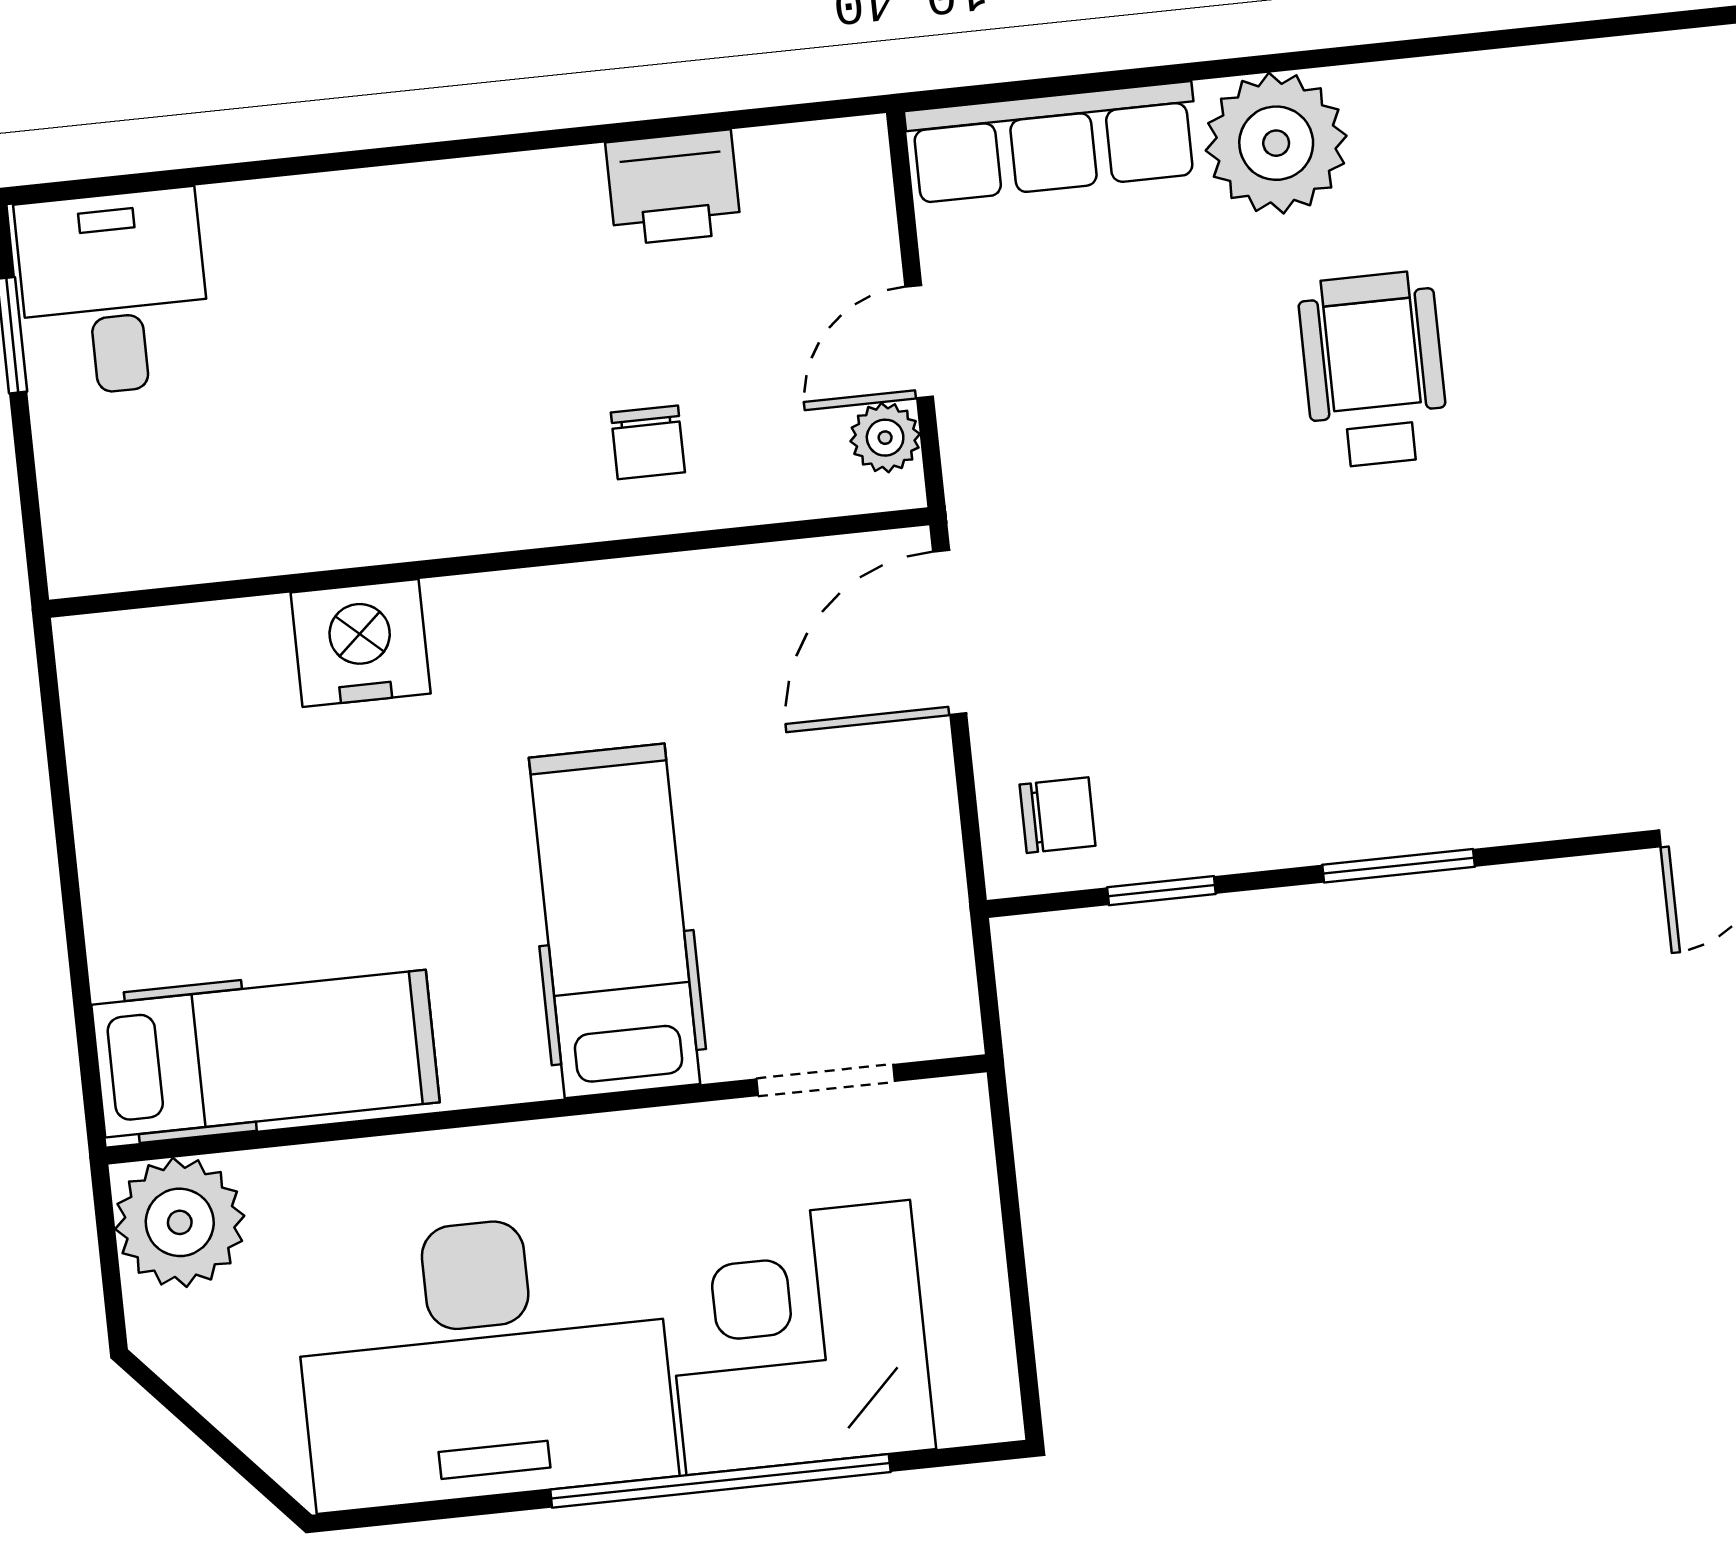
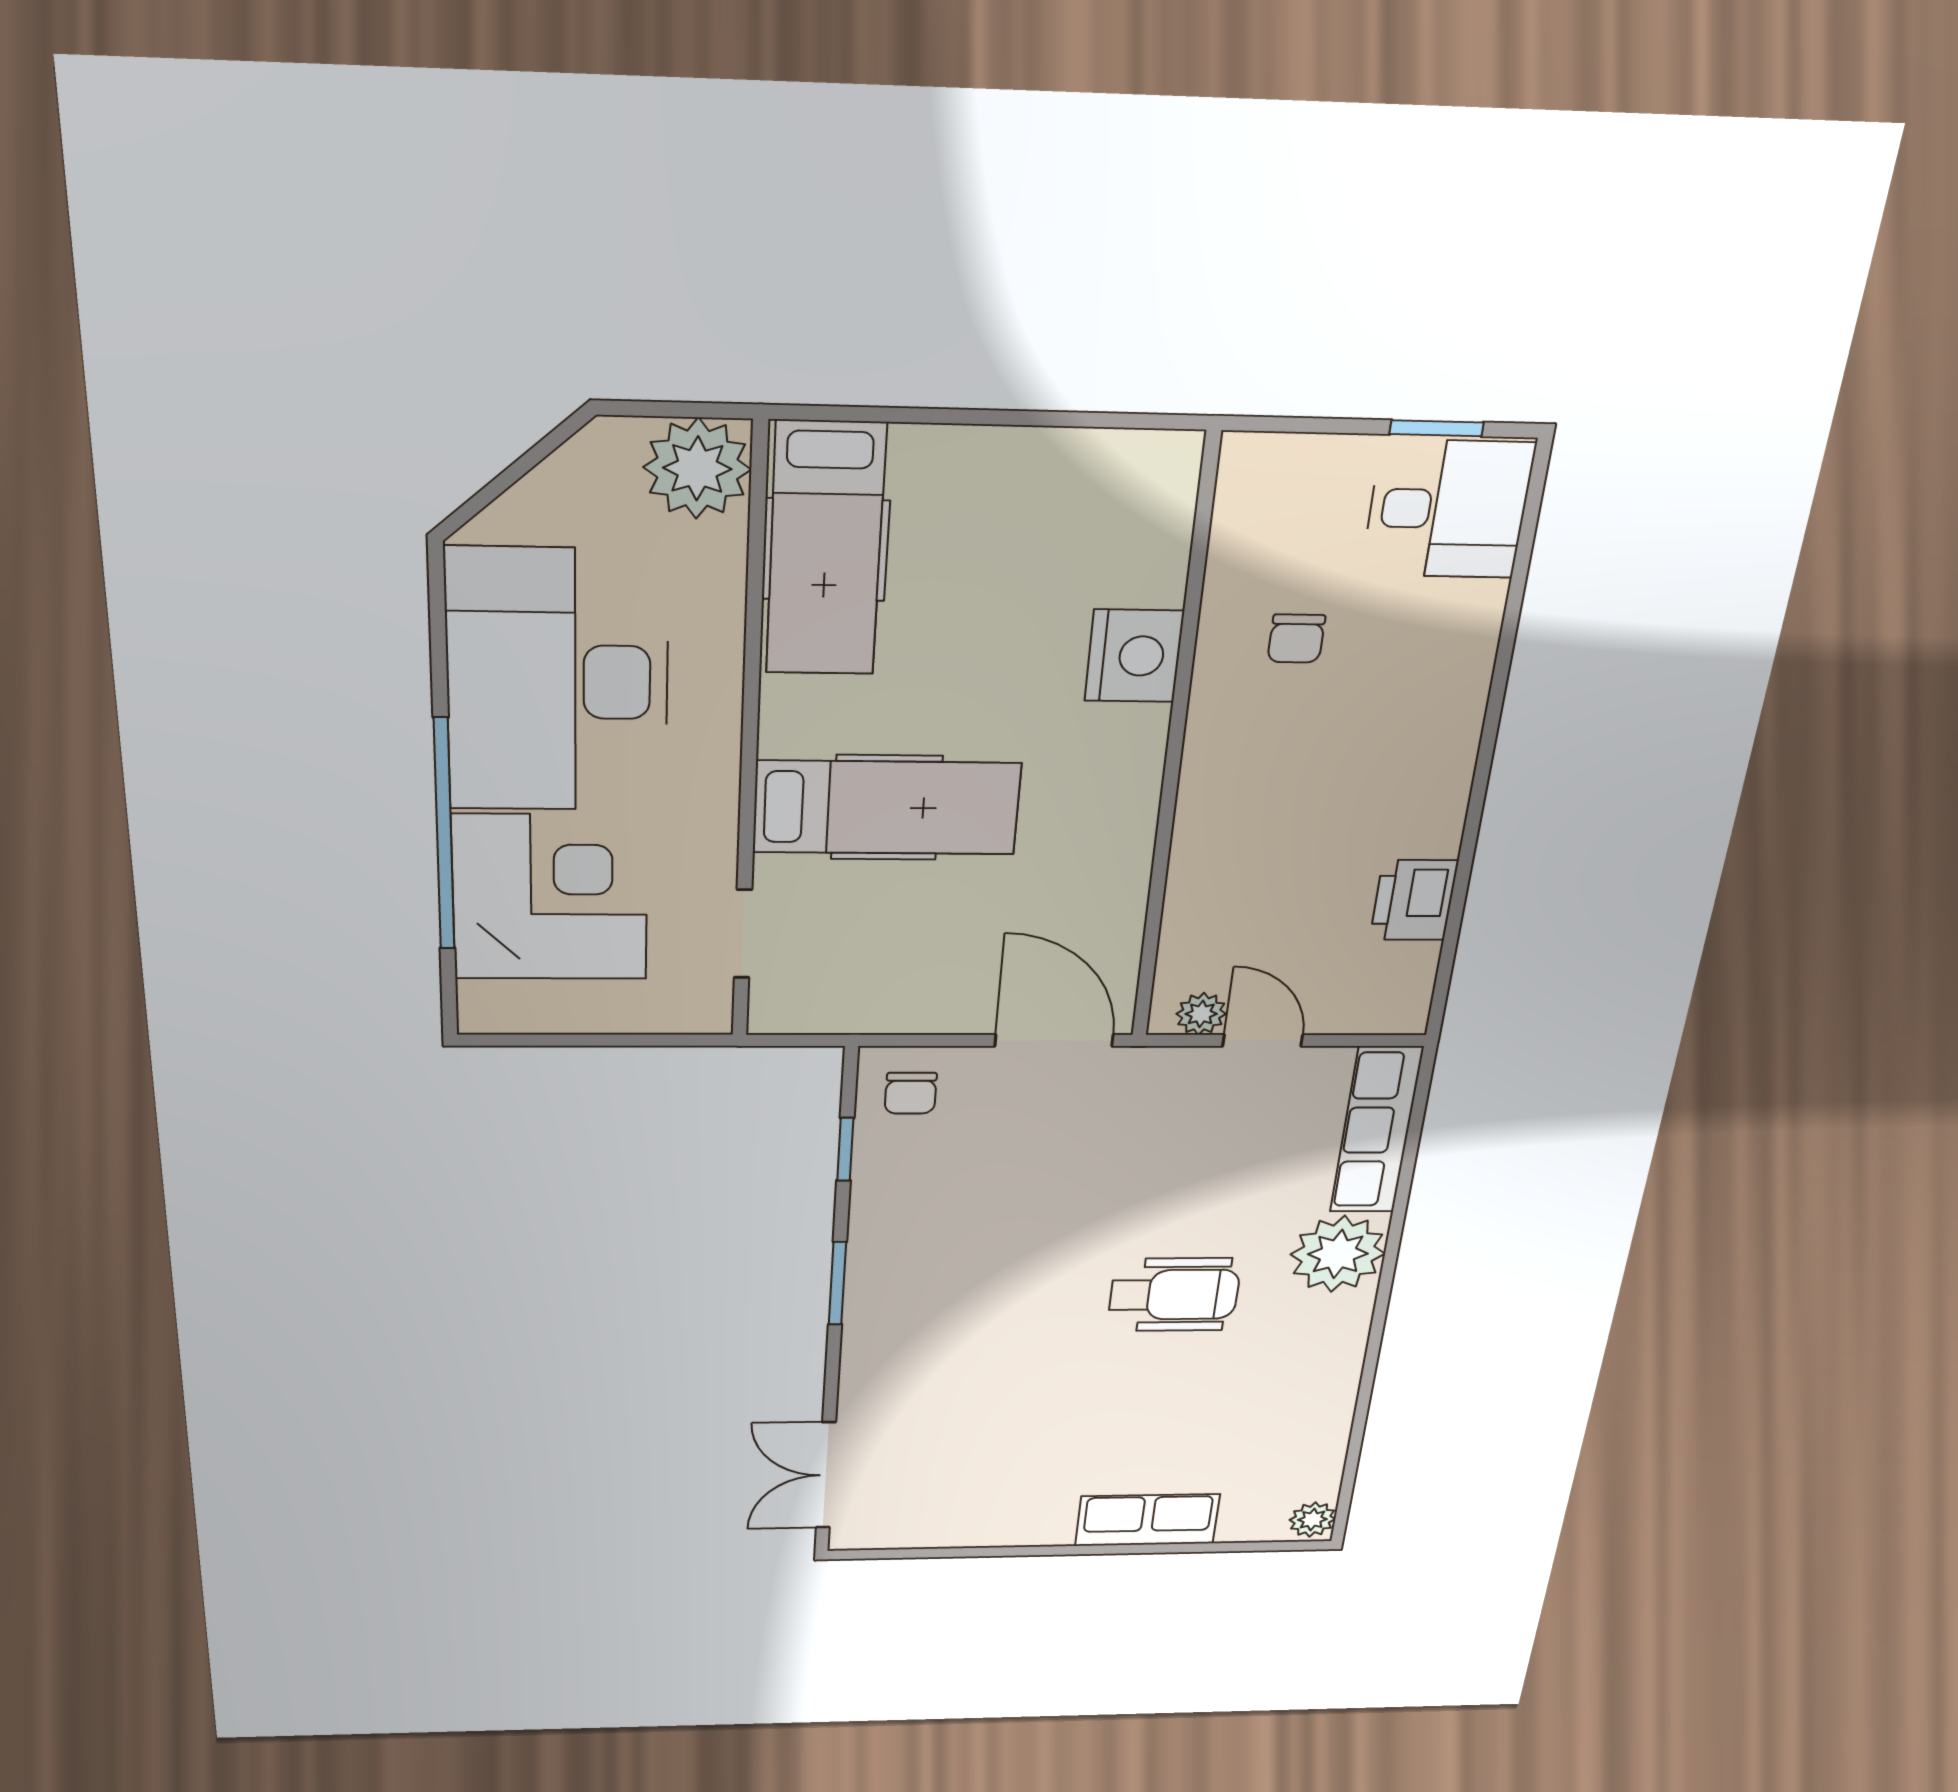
chair: (648, 442) -> (1296, 639), moved, turned -90

